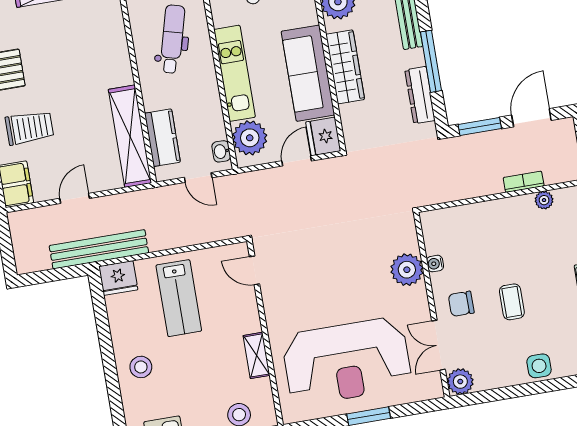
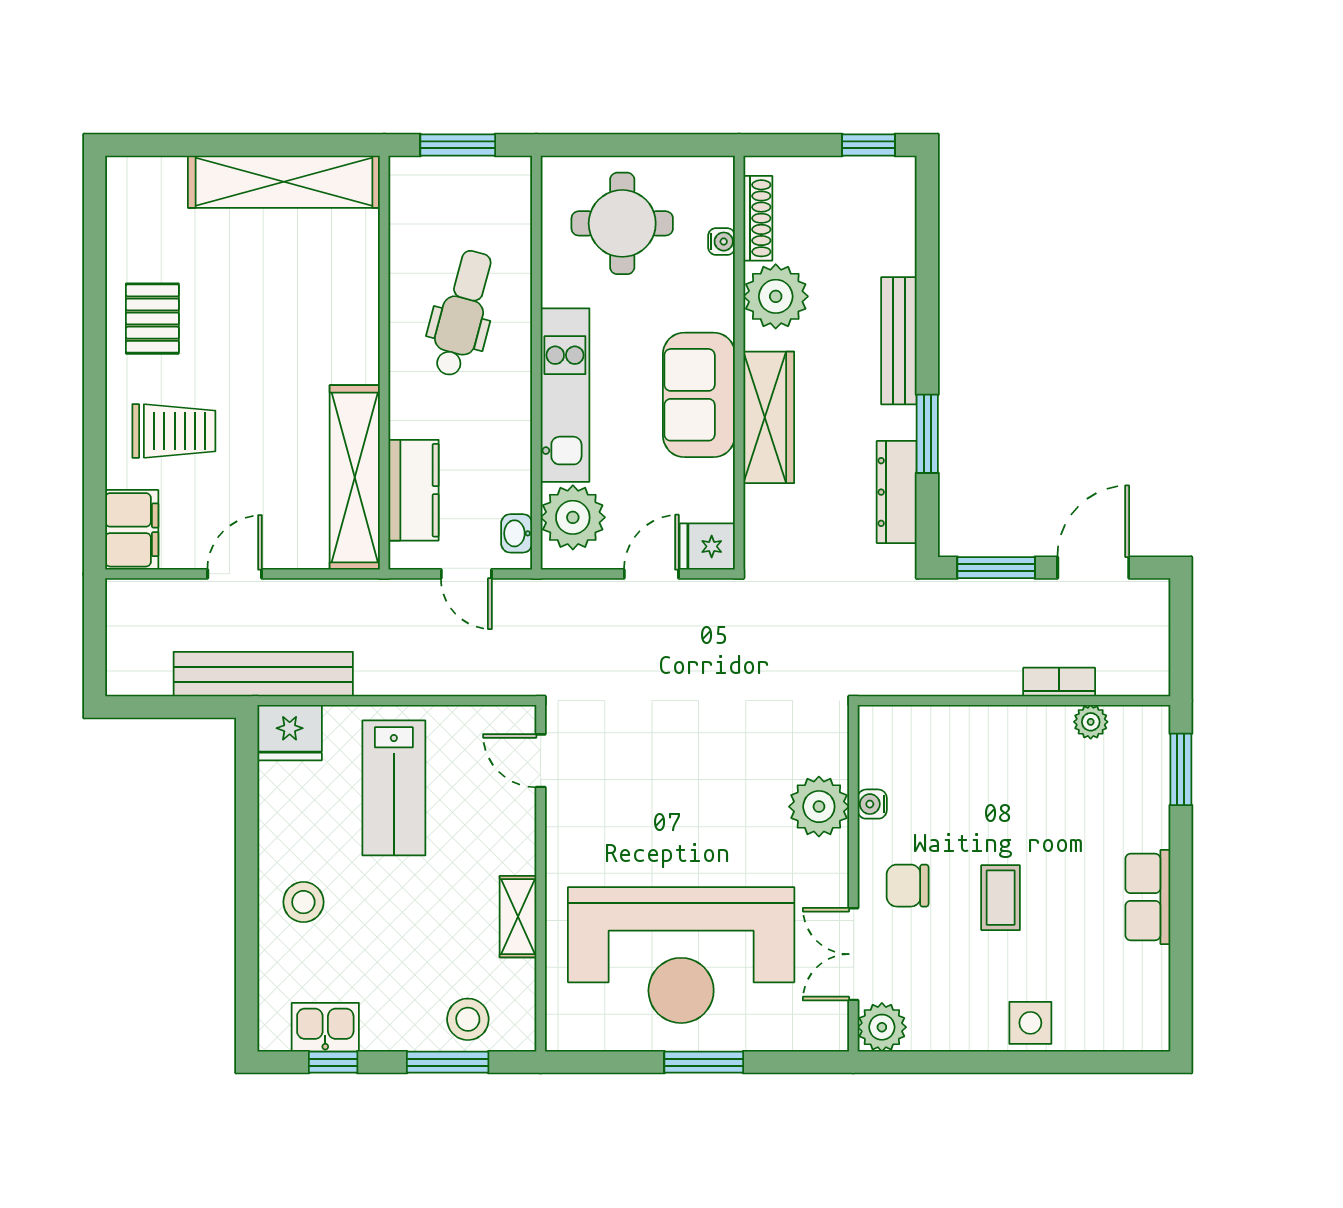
window: (431, 61) -> (927, 434), width x0.69
sofa: (308, 73) -> (699, 395), width x0.73
fridge: (323, 136) -> (707, 546), width x0.72

